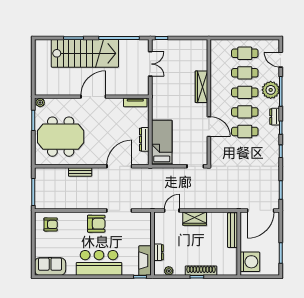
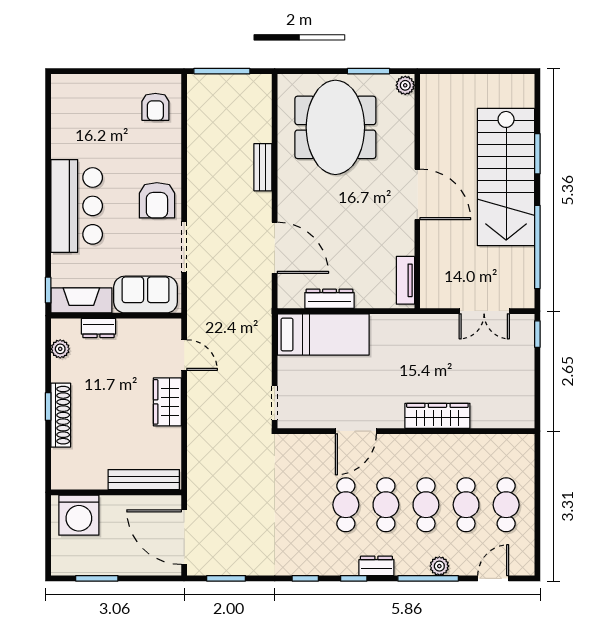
plant: (271, 90) -> (439, 566), width x0.53, depth x0.53
sofa: (50, 266) -> (146, 295), moved, turned -90

